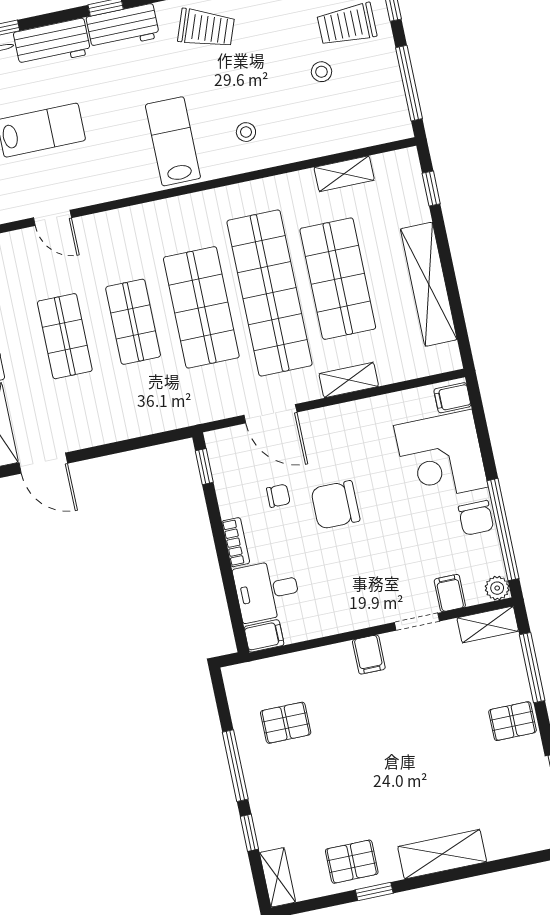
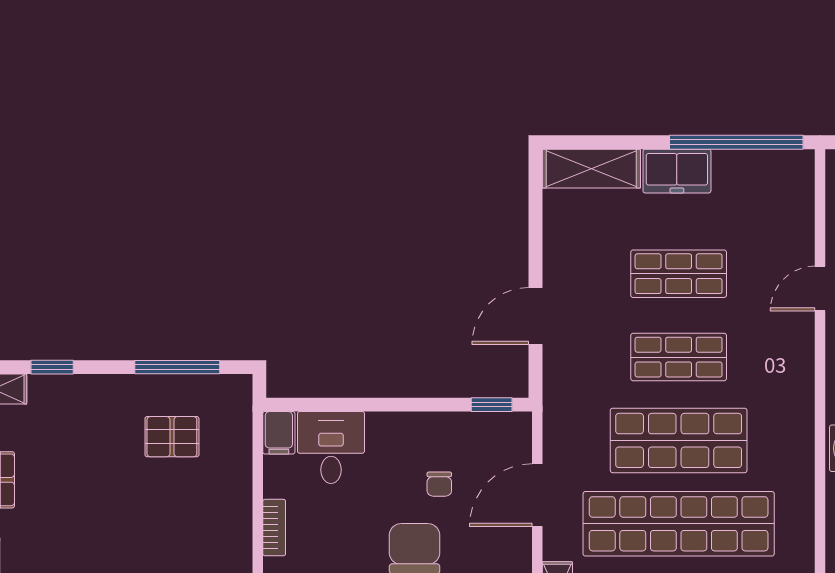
door: (43, 463) -> (535, 316), moved
bookcase: (236, 542) -> (274, 528), moved, turned -90
filing cabinet: (369, 654) -> (231, 551), removed
pallet: (286, 723) -> (172, 437), turned 90
window: (235, 766) -> (177, 367), moved

